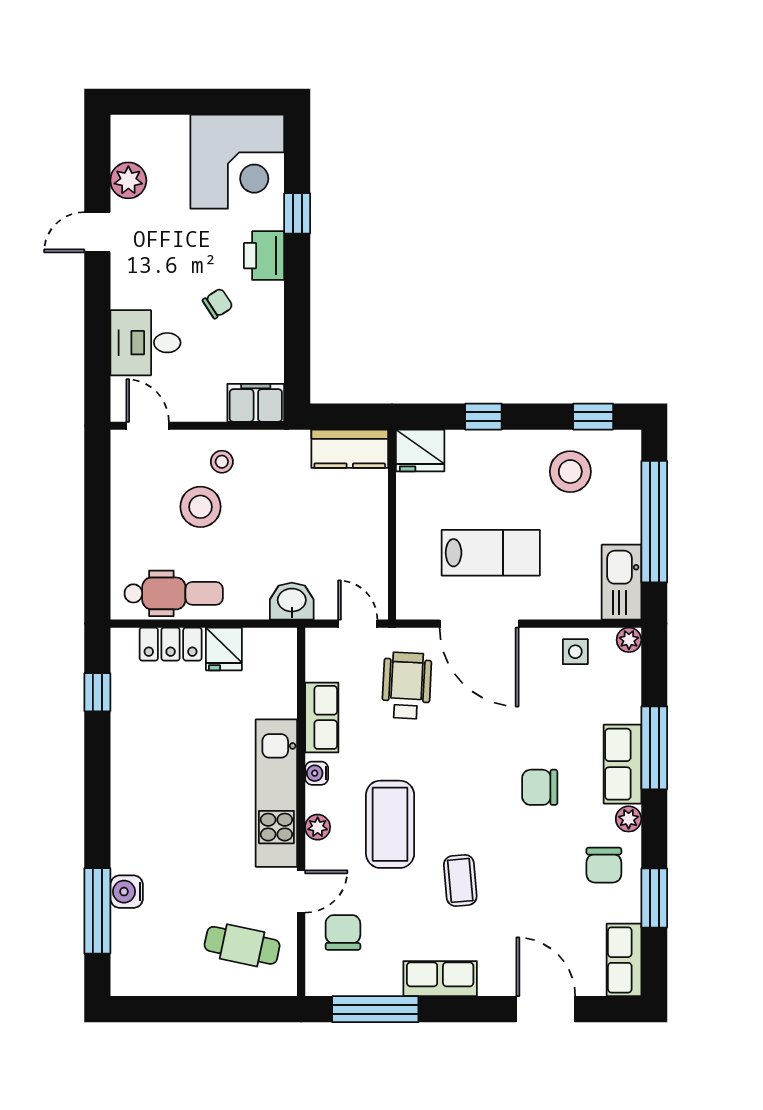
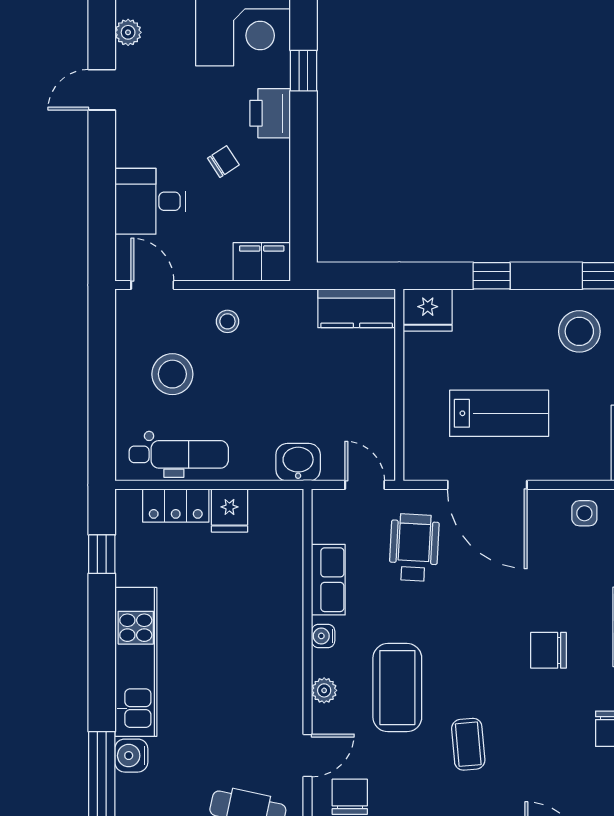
plant: (128, 180) -> (128, 32), width x0.73, depth x0.73
stool: (200, 507) -> (172, 374), moved
kitchen unit: (276, 793) -> (136, 662), moved, turned 180

